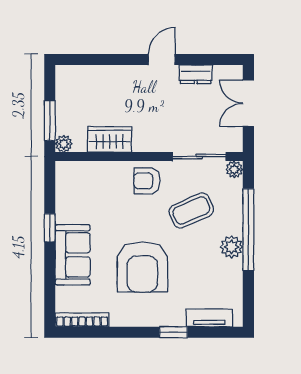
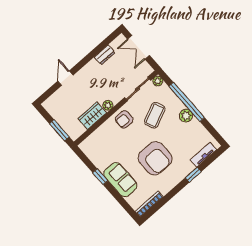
door: (162, 60) -> (65, 78), moved
plant: (64, 144) -> (108, 105), moved

